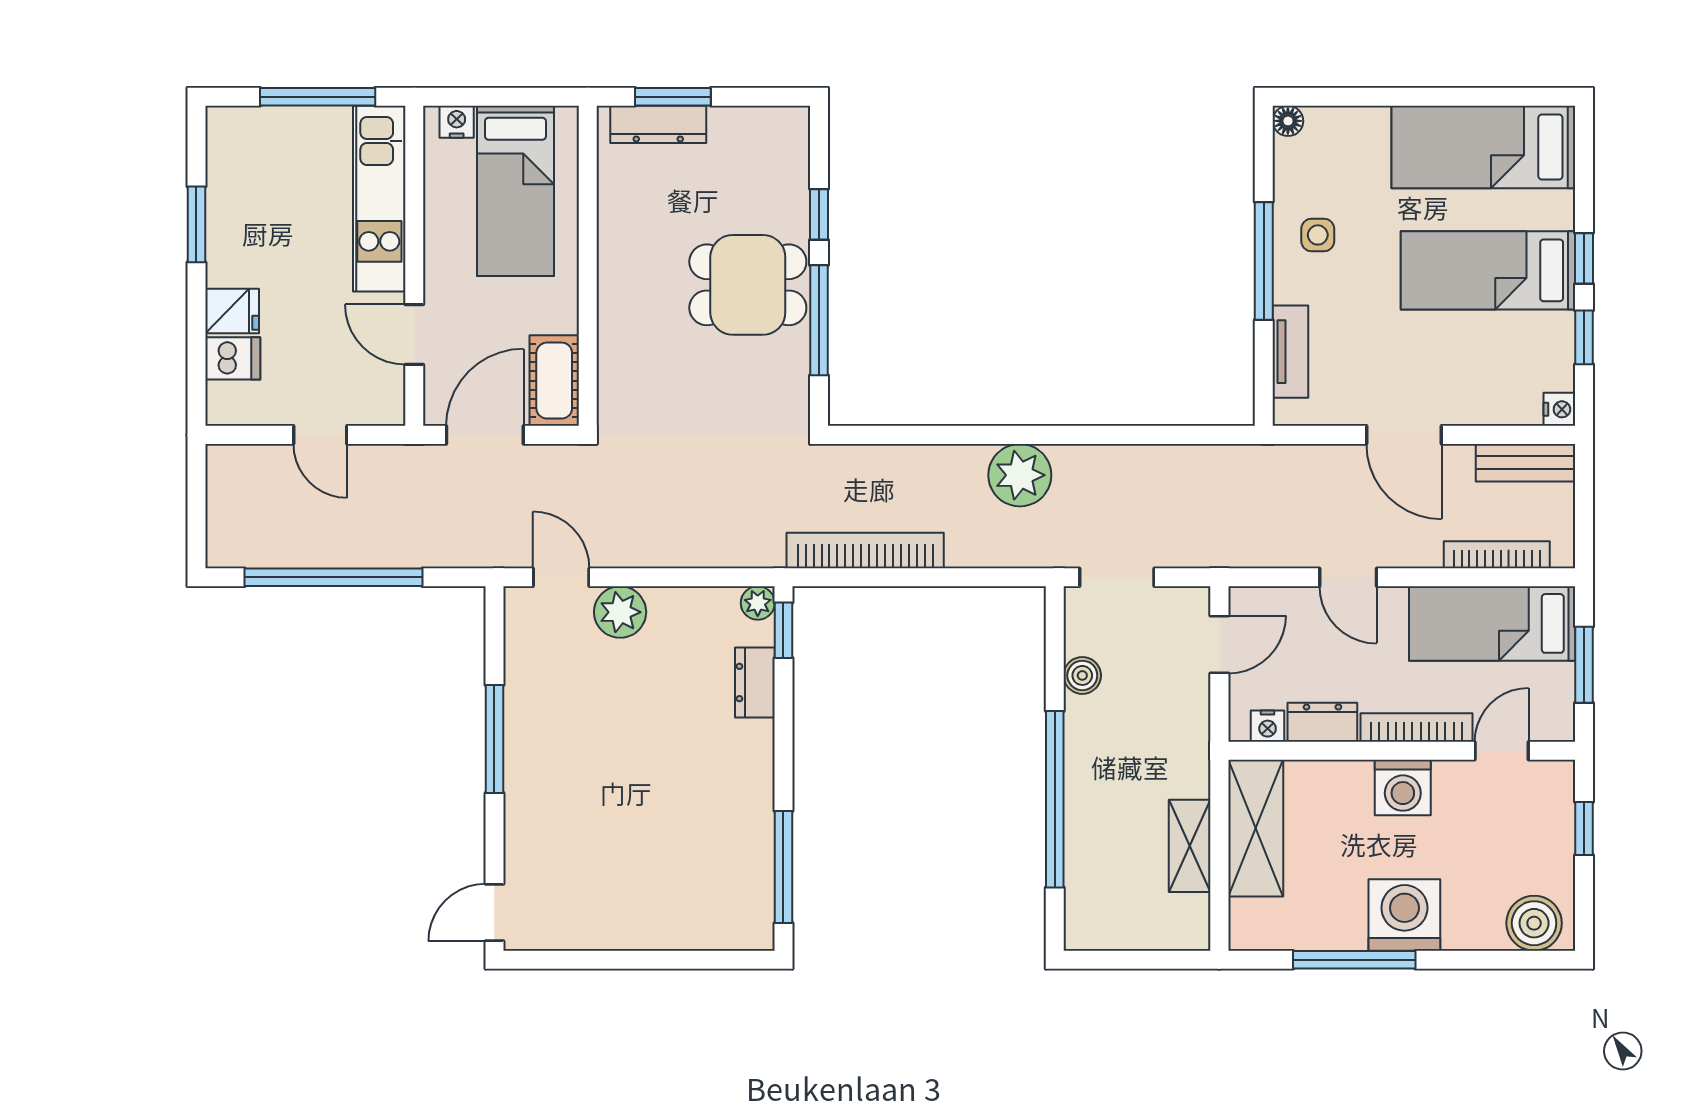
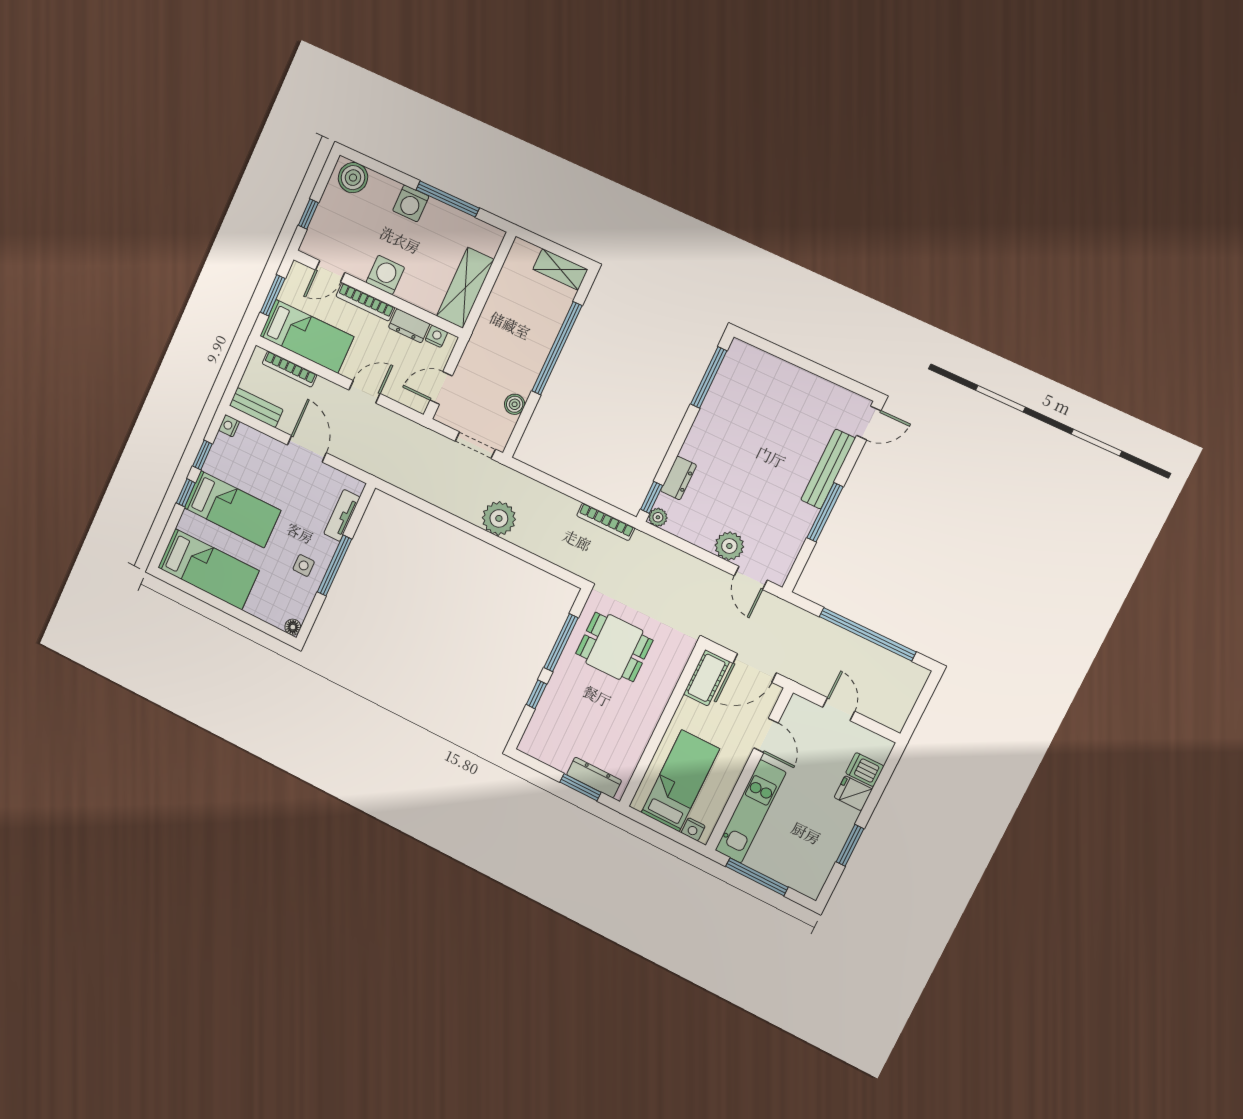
dining table: (748, 285) -> (614, 647), moved
bookcase: (865, 550) -> (606, 522), width x0.68, depth x0.76
door: (1348, 577) -> (364, 392), hinge flipped
bench: (523, 810) -> (828, 469), added
shelving: (1190, 846) -> (560, 269), moved, turned 90
washing machine: (1404, 915) -> (411, 203), width x0.73, depth x0.73

